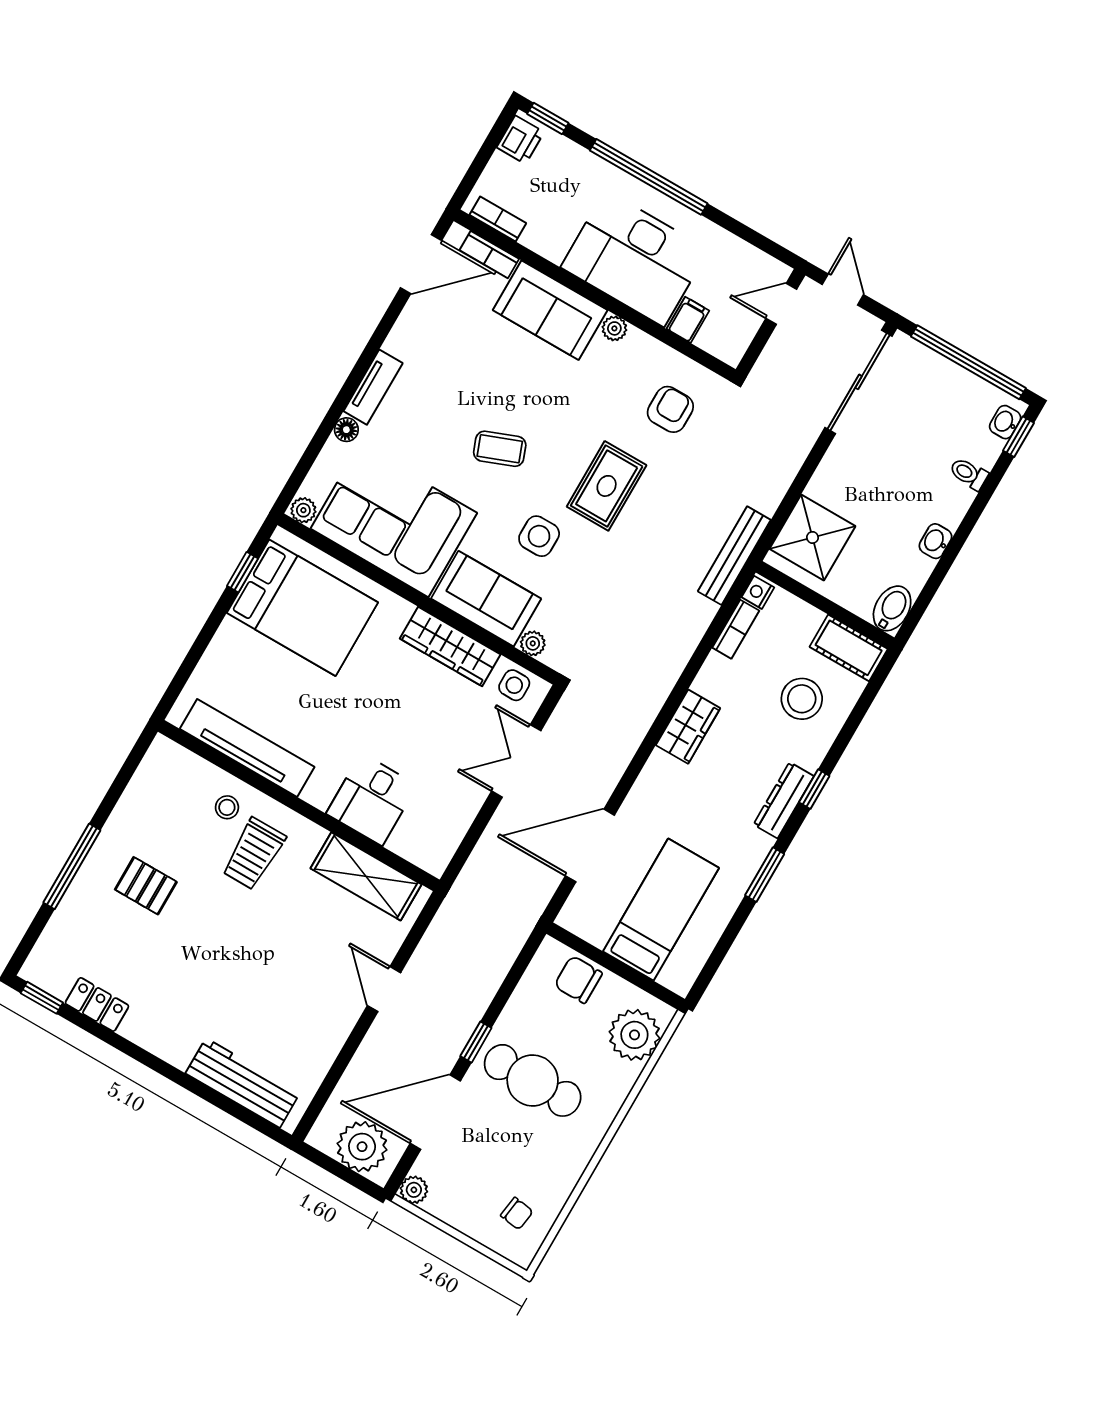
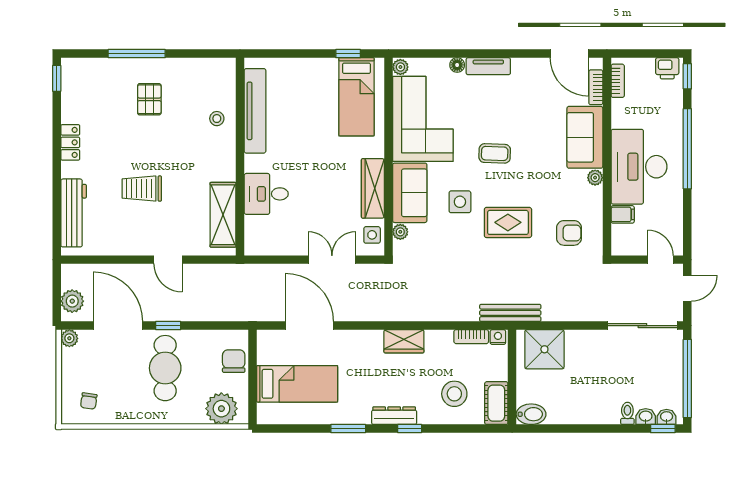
coffee table: (500, 449) -> (495, 153), turned -67
washbasin: (935, 541) -> (646, 417), moved
bed: (302, 608) -> (356, 97), width x0.67
trolley: (254, 854) -> (142, 189), moved
door: (384, 989) -> (168, 260), swing flipped
locker: (97, 1004) -> (70, 142), moved
plant: (362, 1147) -> (72, 301), width x0.73, depth x0.73

